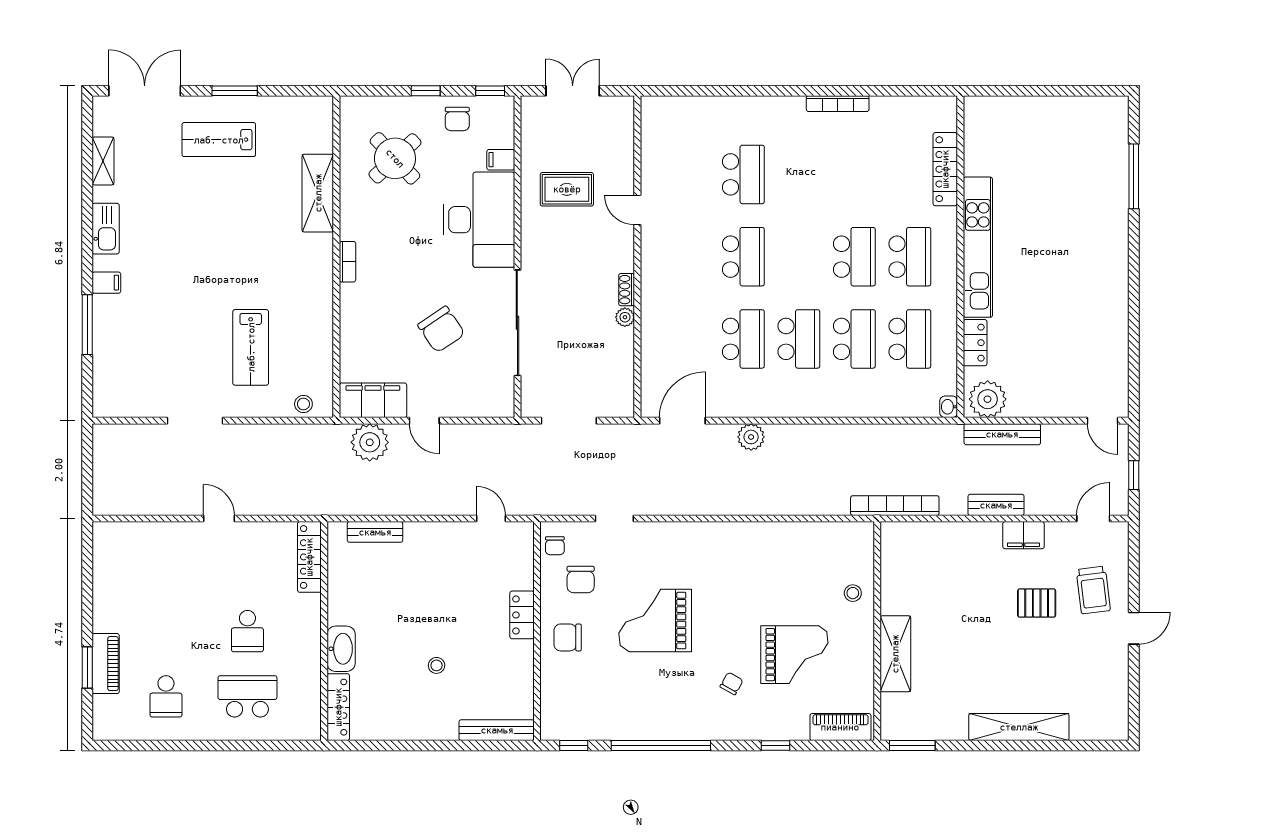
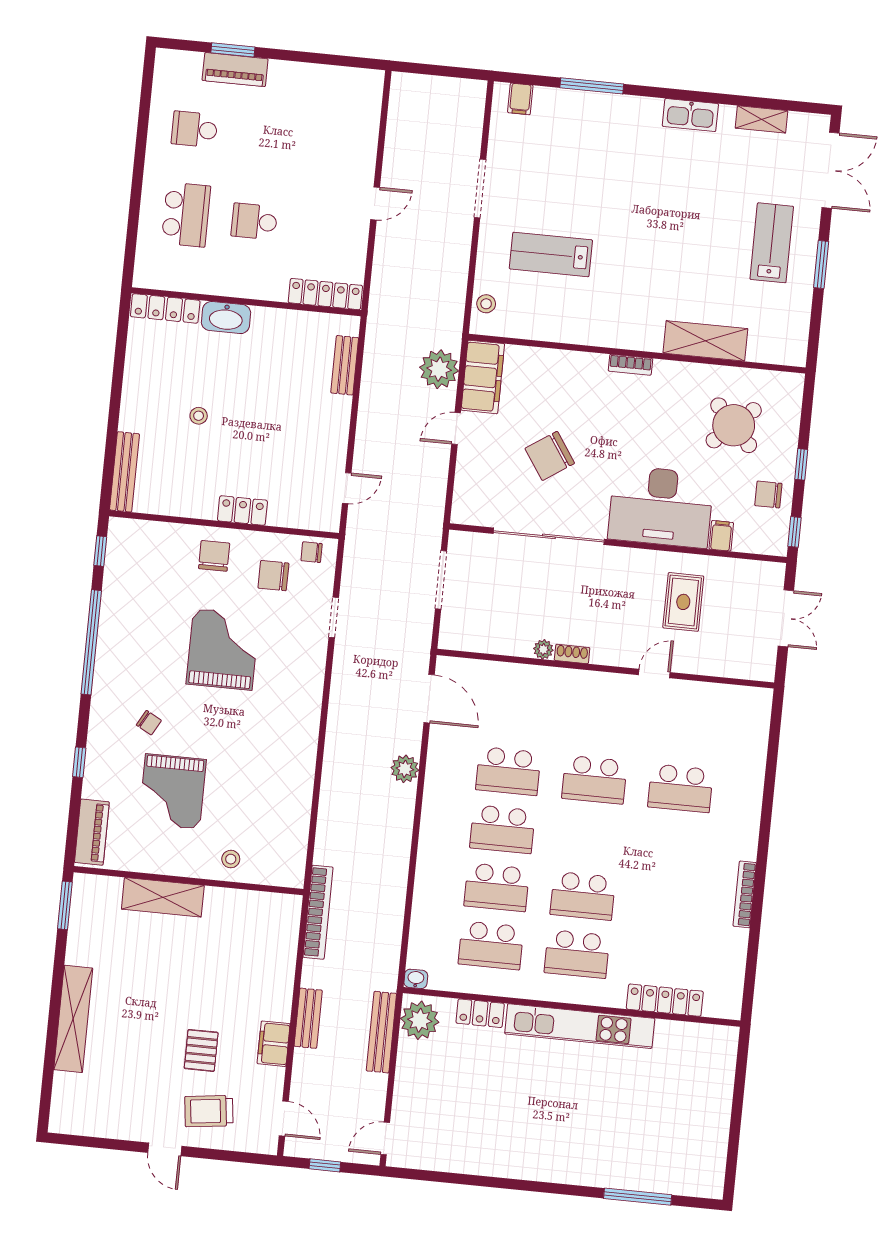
filing cabinet: (106, 283) -> (520, 99), moved

